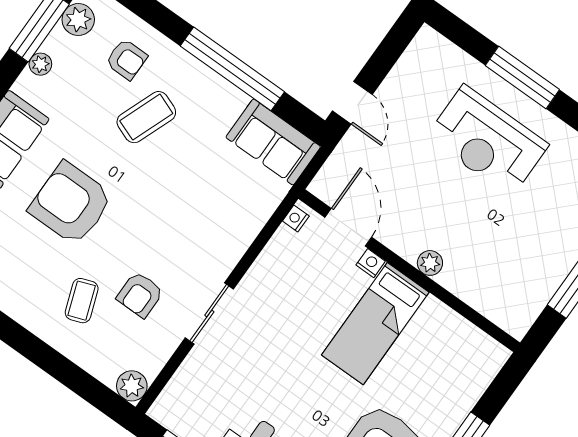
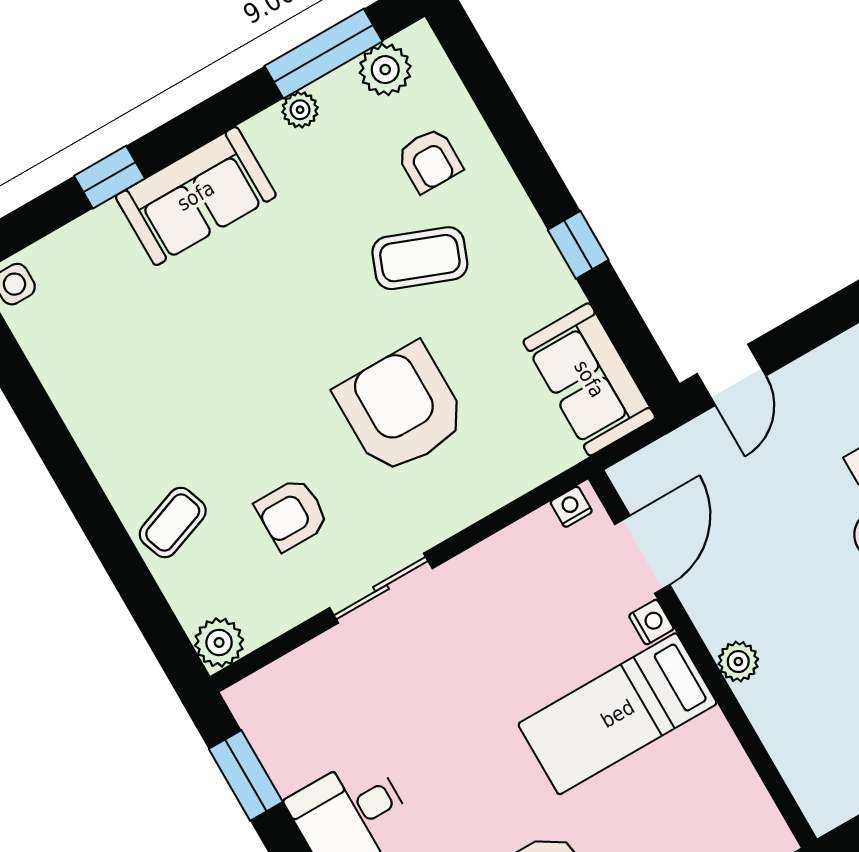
window: (232, 69) -> (578, 245), width x0.32
armchair: (71, 203) -> (401, 409), moved
coffee table: (82, 301) -> (173, 522), moved

